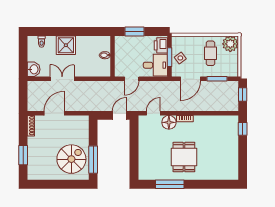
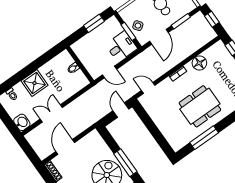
window: (135, 31) -> (94, 23), moved
printer: (161, 45) -> (114, 27), removed
door: (132, 79) -> (109, 72), hinge flipped
door: (153, 113) -> (148, 88), hinge flipped
floor lamp: (169, 122) -> (199, 63), moved
dining table: (184, 157) -> (200, 106), width x1.38

